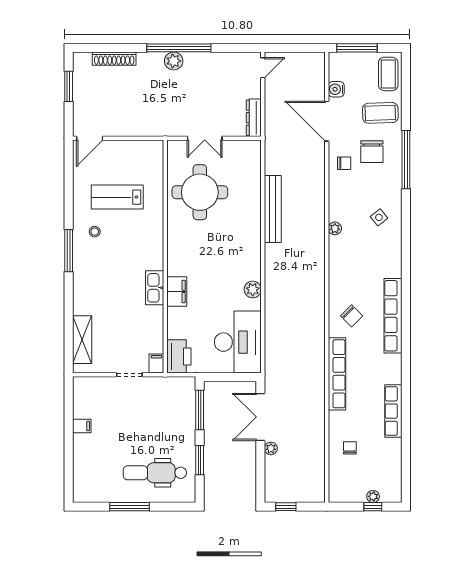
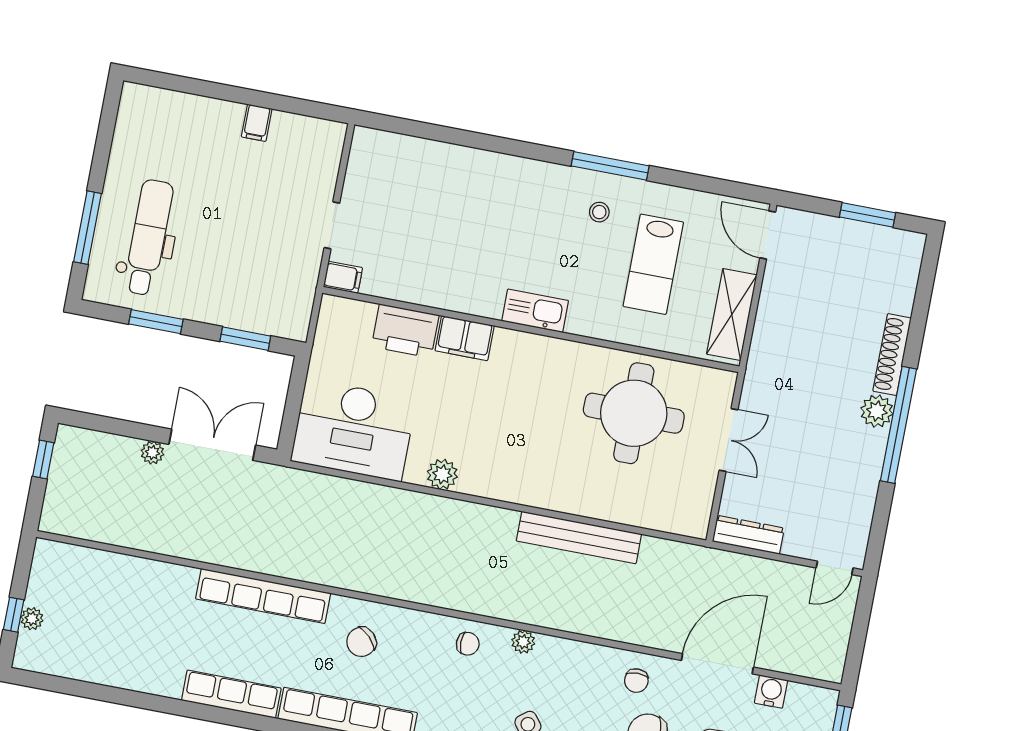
shoe rack: (114, 59) -> (892, 355), moved
door: (263, 68) -> (835, 568), hinge flipped
double door: (205, 138) -> (729, 440), swing flipped
lab bench: (117, 197) -> (653, 264), turned 180
window: (69, 251) -> (610, 166), moved
kitchen sink: (155, 288) -> (535, 311), moved
shelving: (82, 340) -> (732, 315), moved, turned 90
printer: (179, 356) -> (405, 331), moved
window: (200, 410) -> (245, 339), width x0.69
row of seats: (393, 411) -> (231, 694), moved
chair: (350, 448) -> (468, 644), moved
window: (129, 507) -> (88, 228), moved

